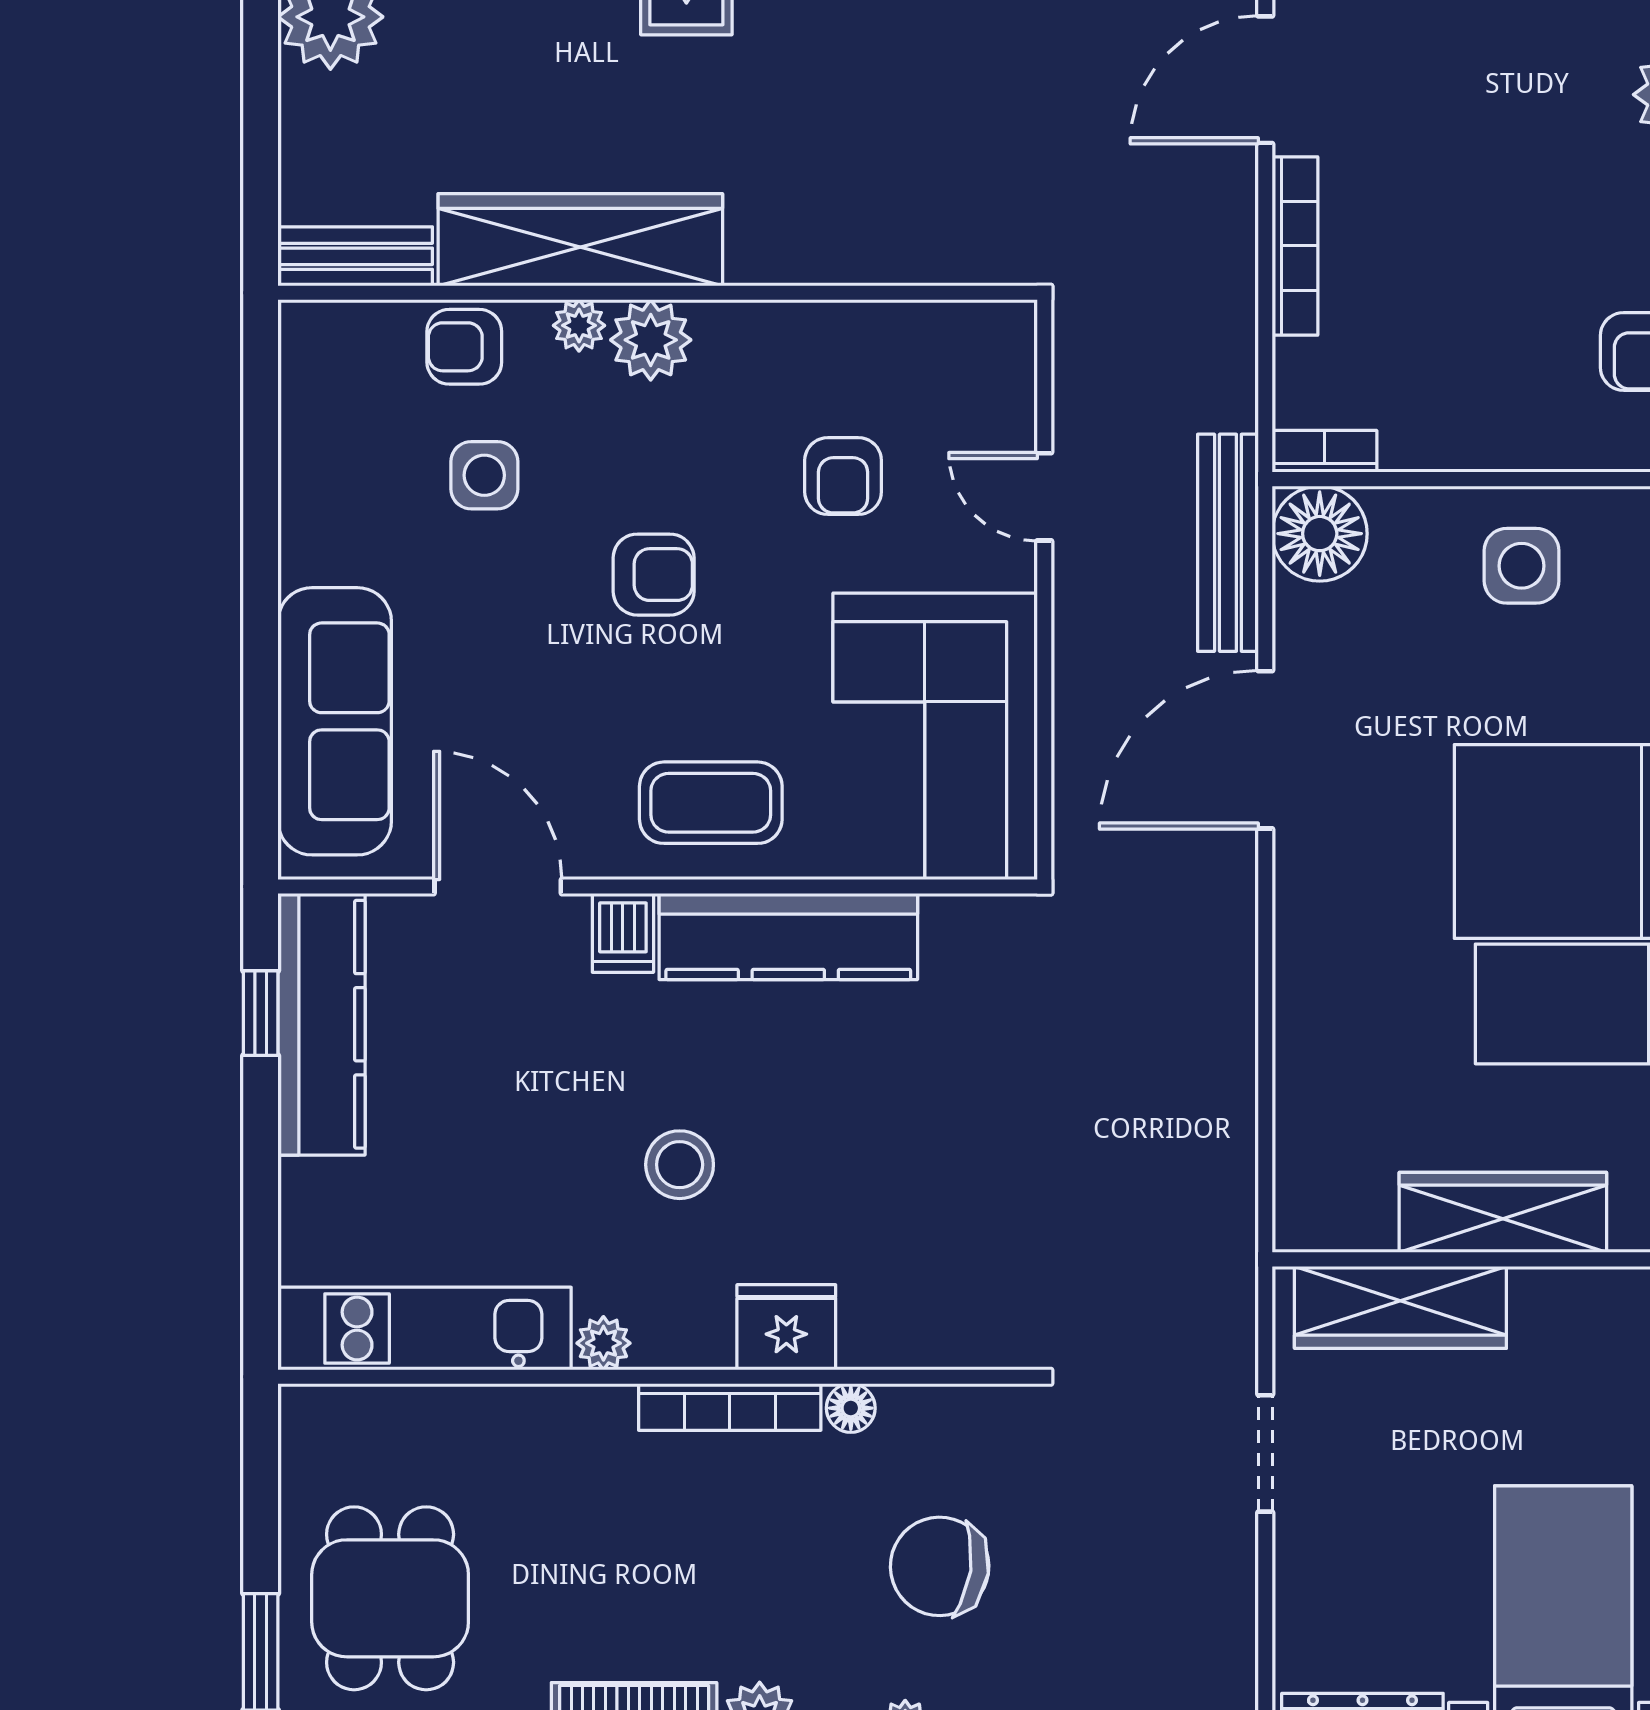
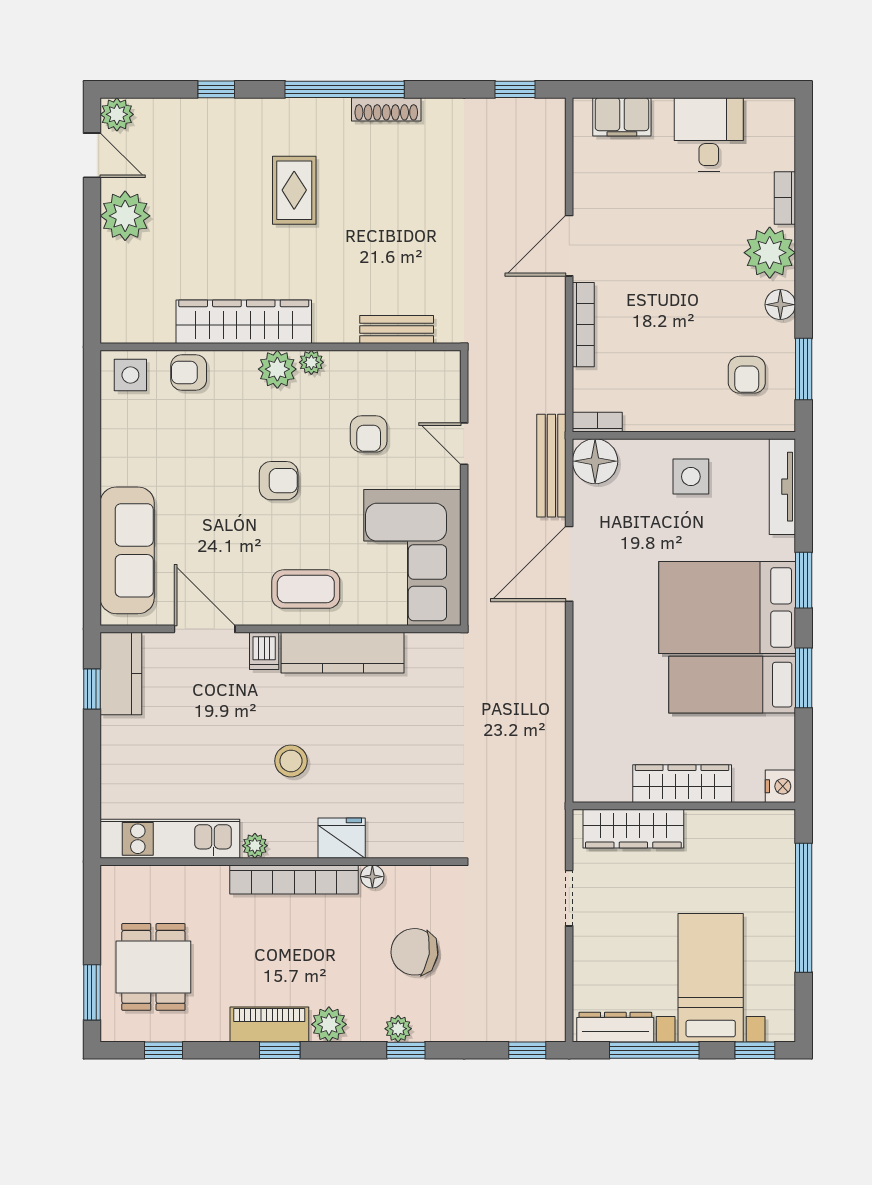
bench: (355, 256) -> (397, 330), moved
plant: (579, 325) -> (311, 362), moved
side table: (484, 475) -> (130, 375), moved
kitchen counter: (321, 1024) -> (121, 674), width x0.67
bookcase: (730, 1407) -> (294, 880), width x1.48, depth x1.31

